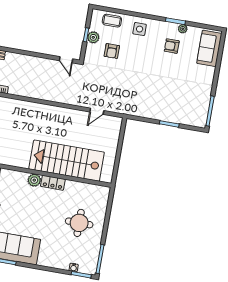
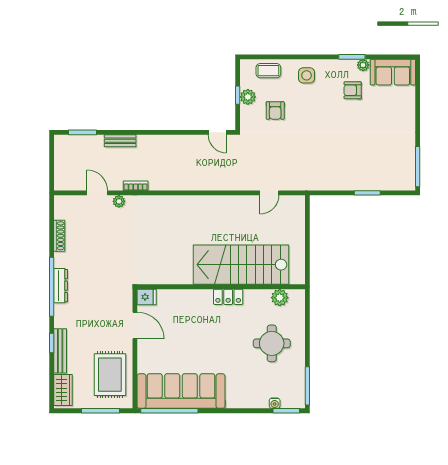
sofa: (209, 48) -> (393, 72), moved, turned -90
plant: (34, 180) -> (280, 298), moved

